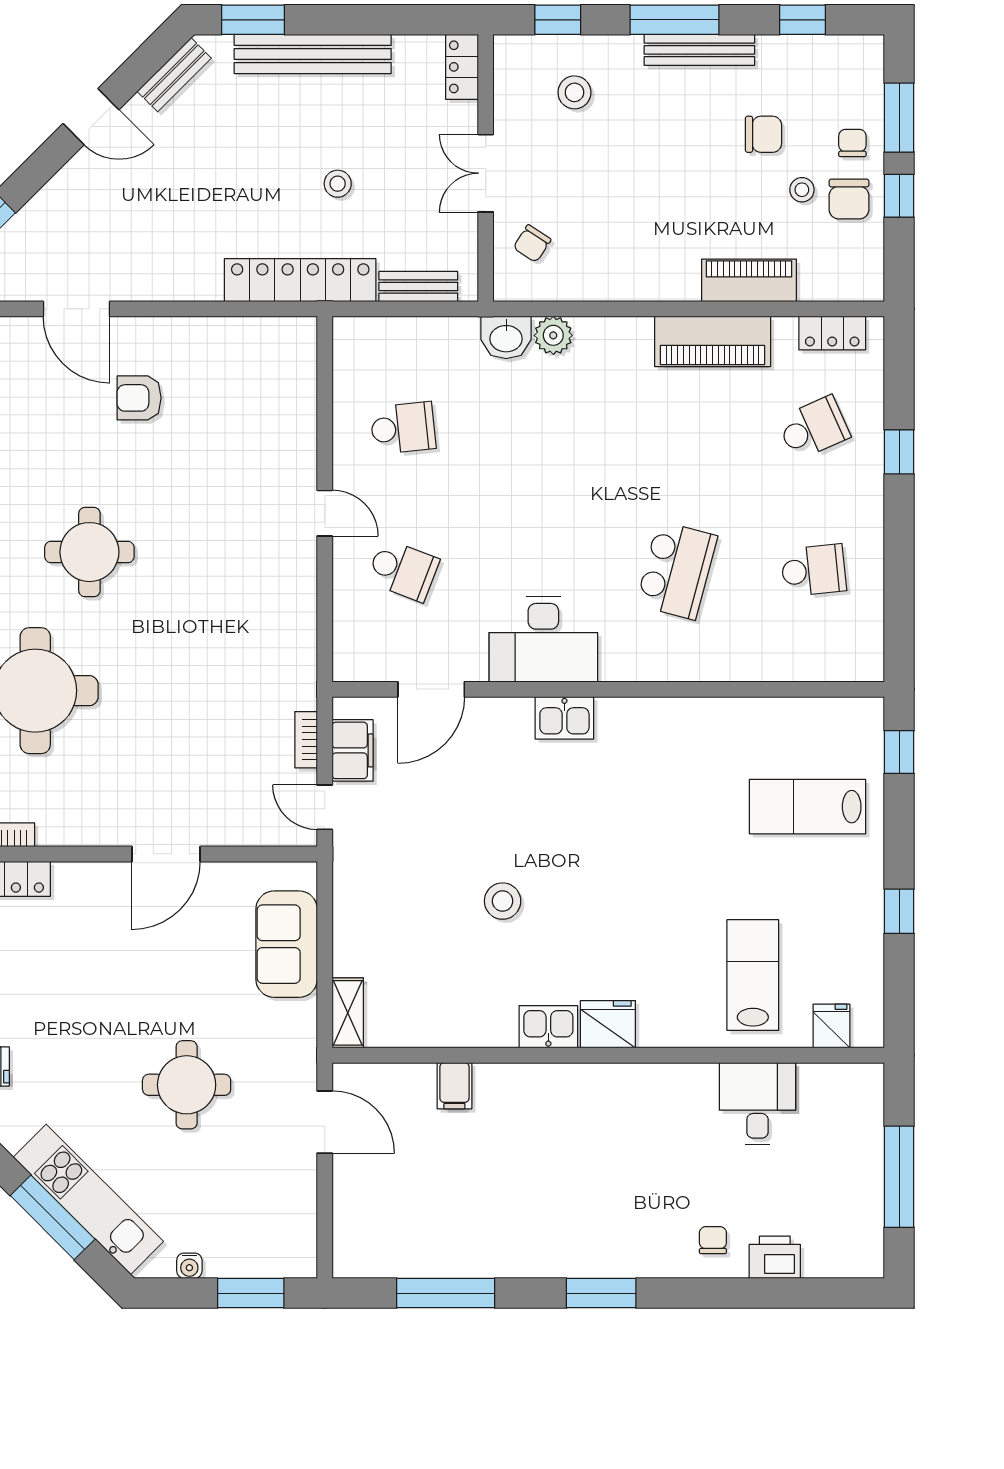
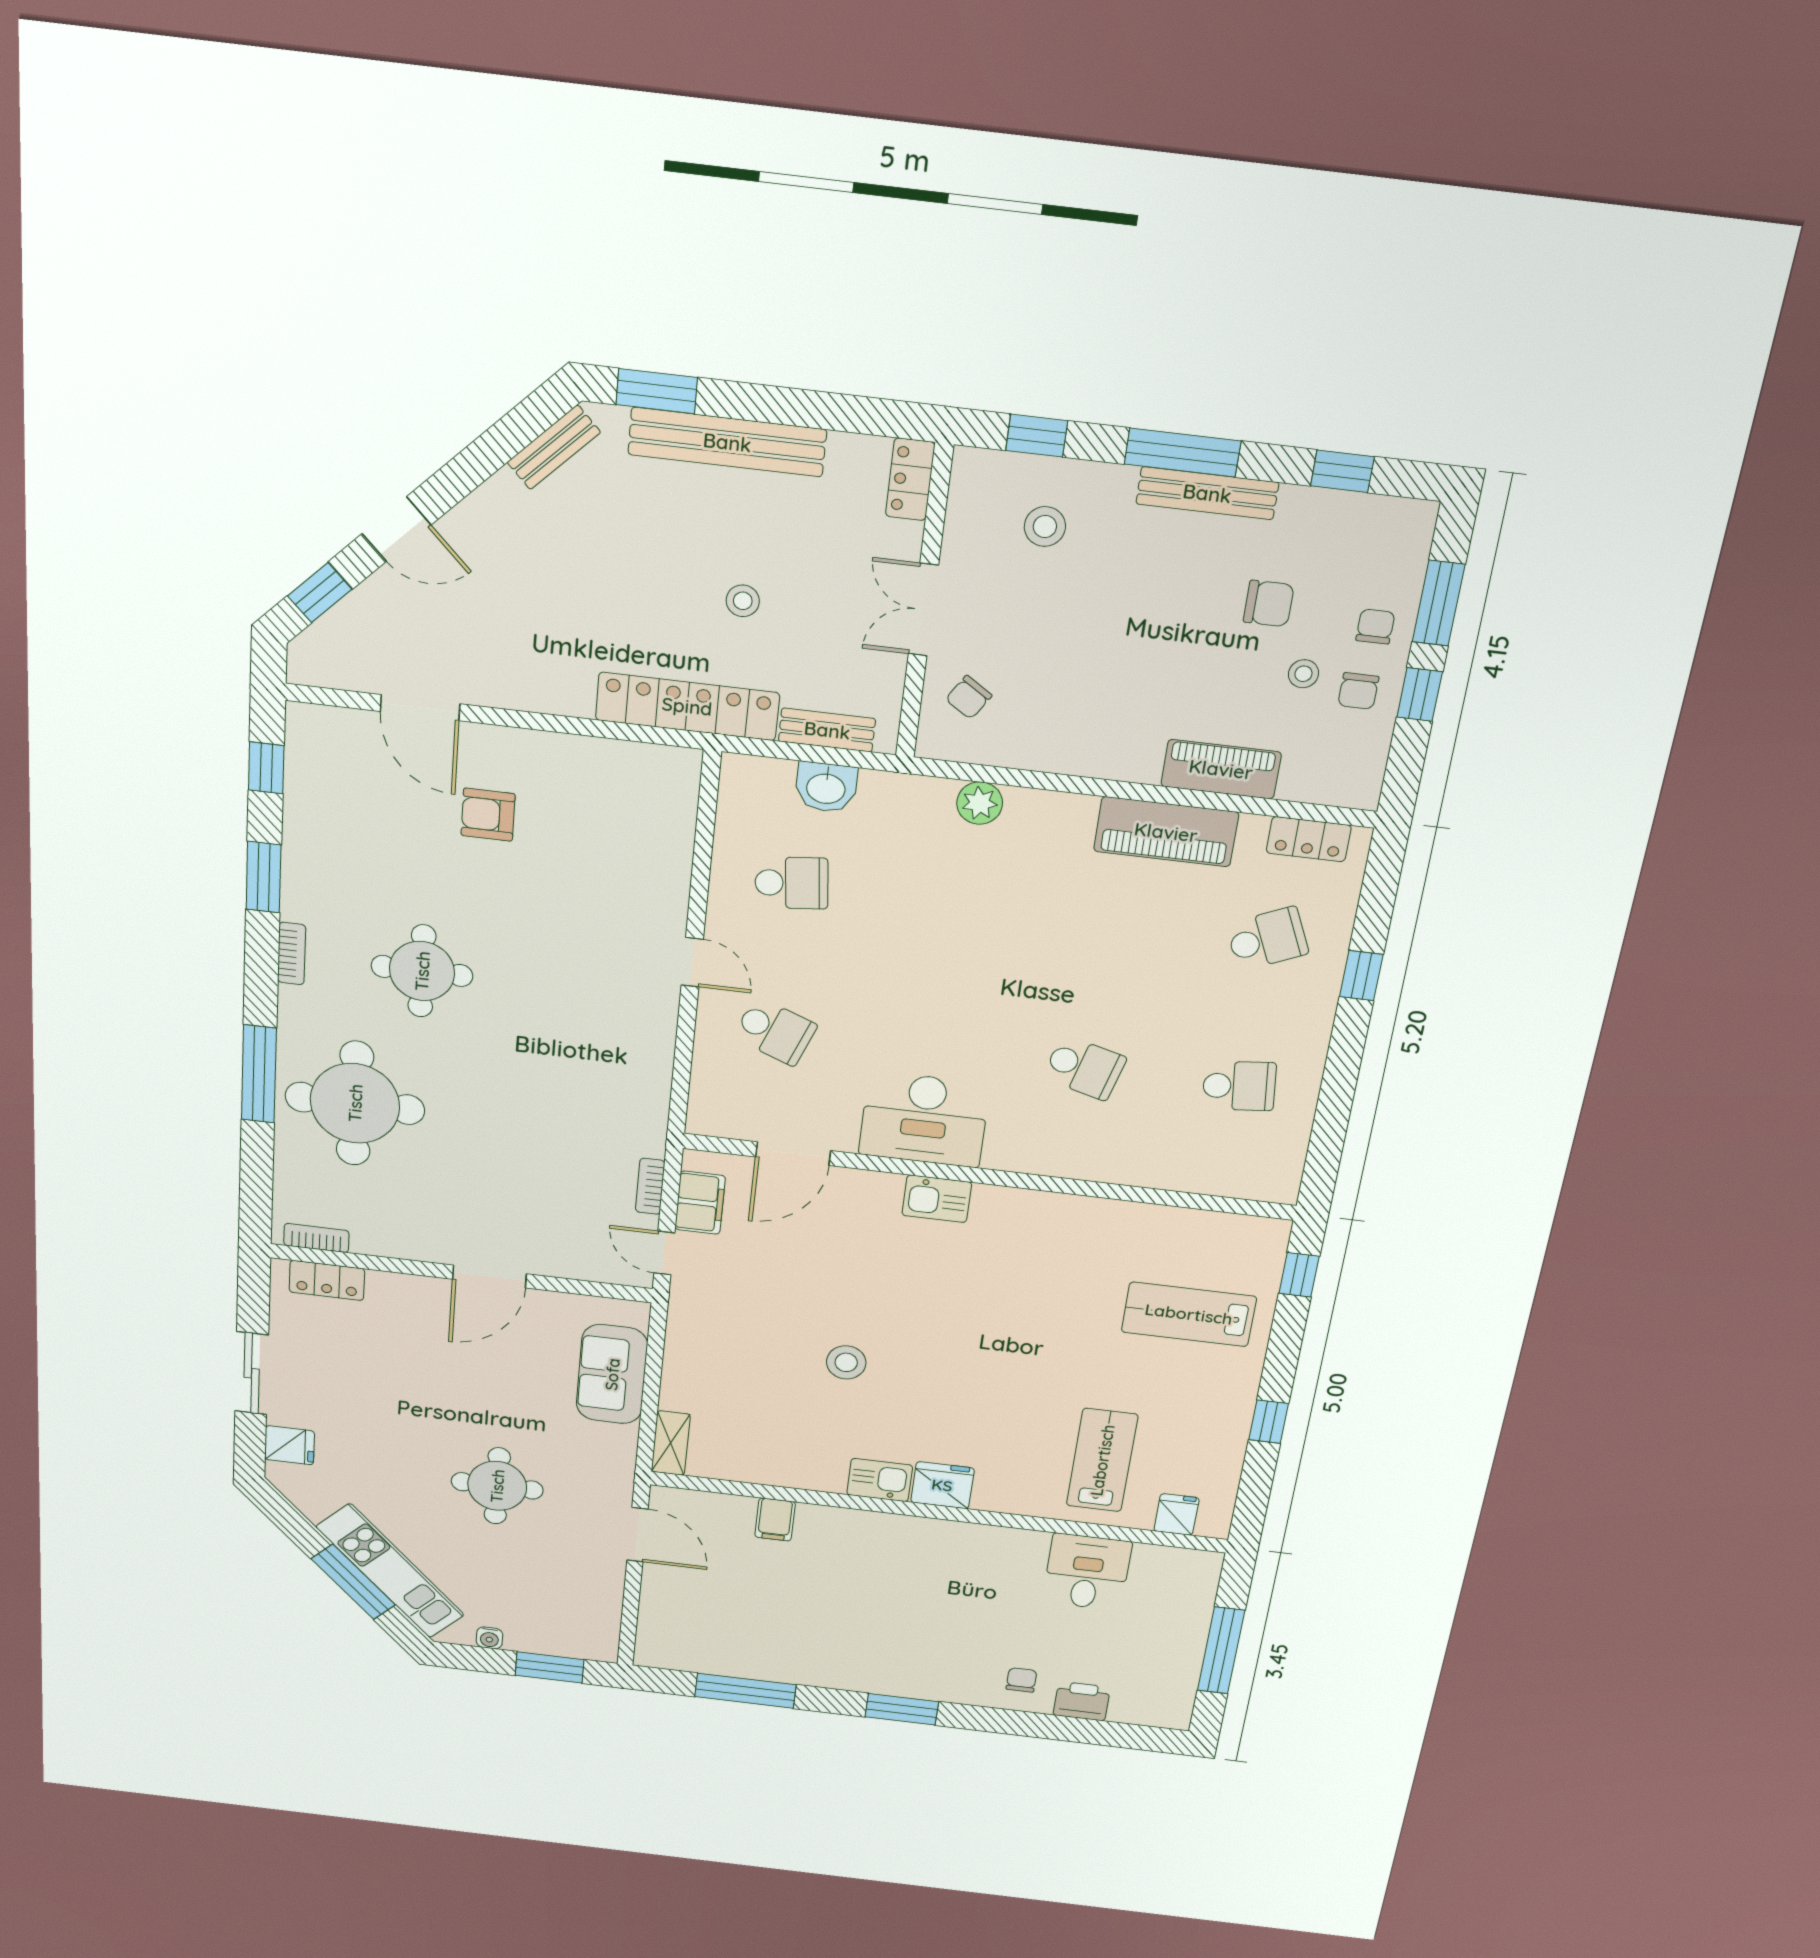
door: (91, 117) -> (396, 529), moved
chair: (849, 199) -> (1358, 691), width x0.73, depth x0.73
washbasin: (506, 337) -> (826, 787), moved
school desk: (677, 570) -> (1084, 1068), width x0.54

